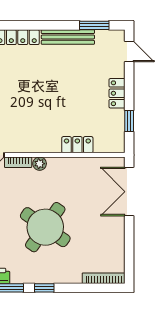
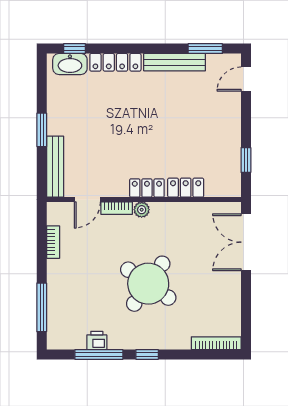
door: (129, 51) -> (246, 79), swing flipped
locker: (117, 93) -> (147, 188), moved, turned 90

